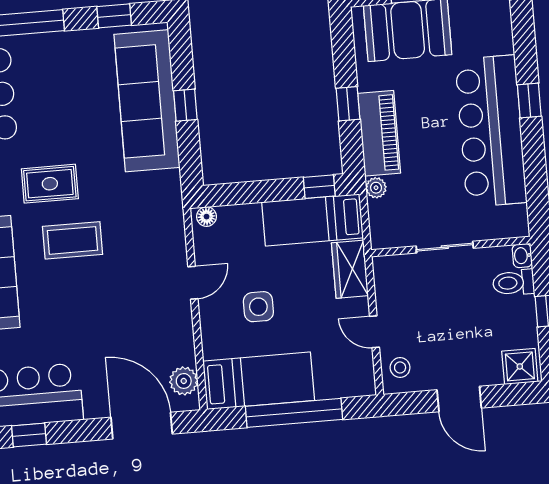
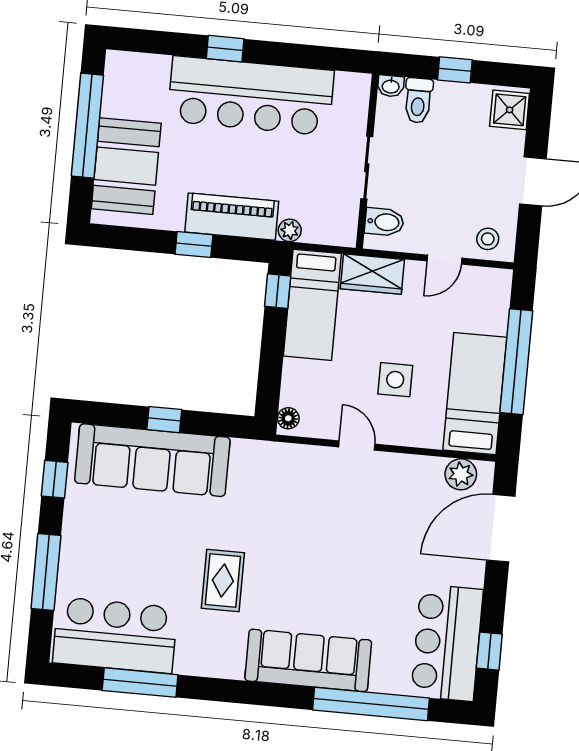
coffee table: (73, 240) -> (288, 567), removed
bidet: (399, 272) -> (384, 222), added

